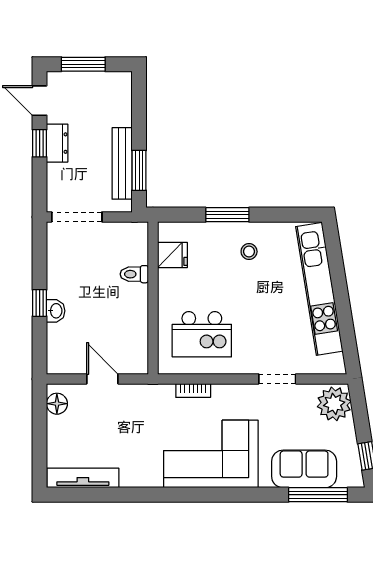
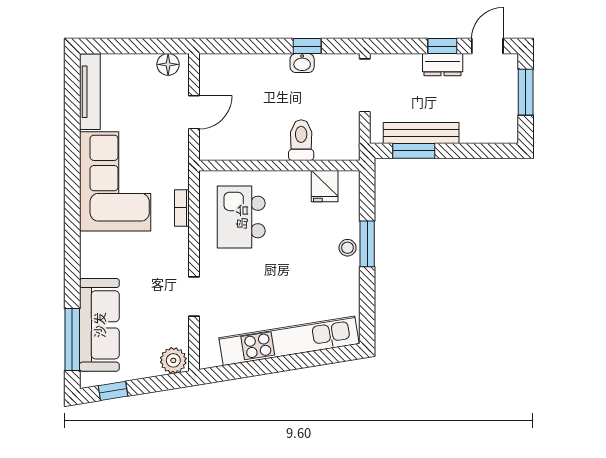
stool: (249, 252) -> (348, 248), moved
toilet: (134, 274) -> (301, 140), width x1.37, depth x1.39
window: (40, 303) -> (307, 46), moved
washbasin: (56, 311) -> (302, 63), moved
plant: (334, 404) -> (173, 360), width x0.73, depth x0.73
corner sofa: (211, 454) -> (115, 181), moved
sofa: (304, 469) -> (99, 325), width x1.36

